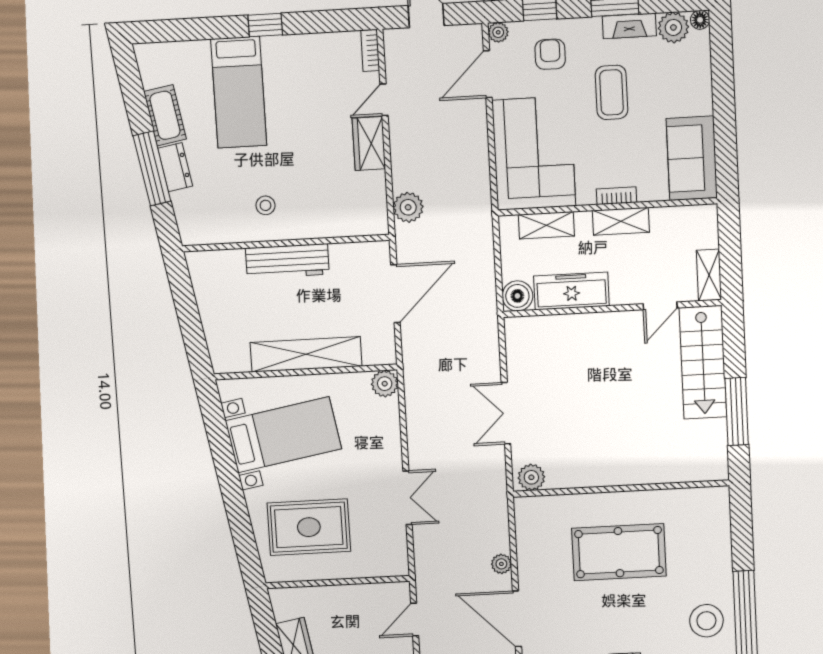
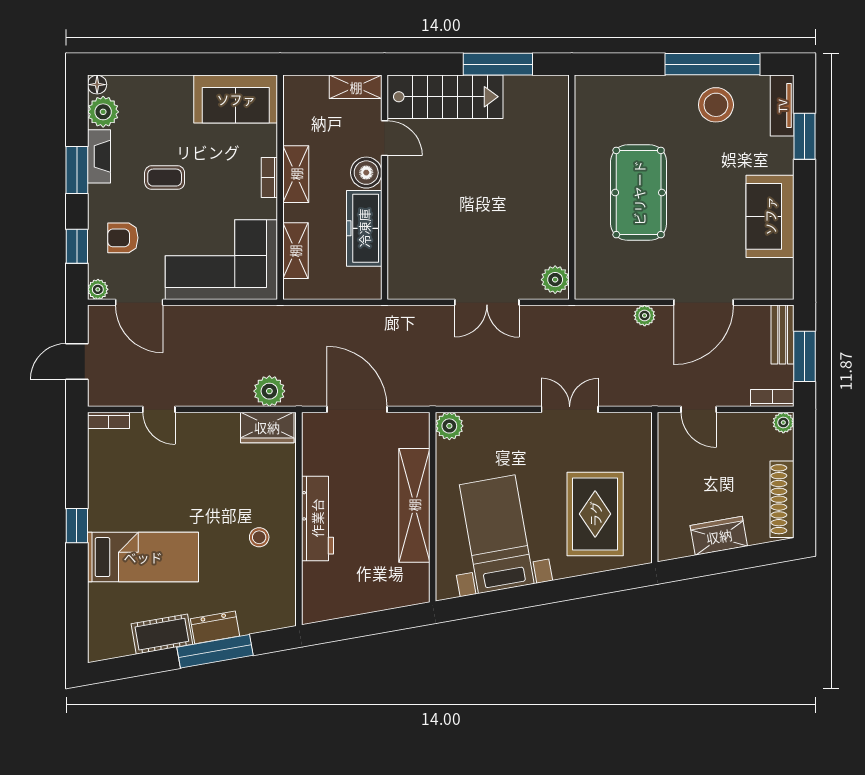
coffee table: (612, 92) -> (165, 178), width x0.73, depth x0.77
wardrobe: (369, 144) -> (267, 427), moved
boiler: (517, 296) -> (366, 173), moved

